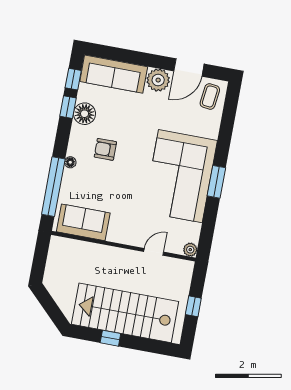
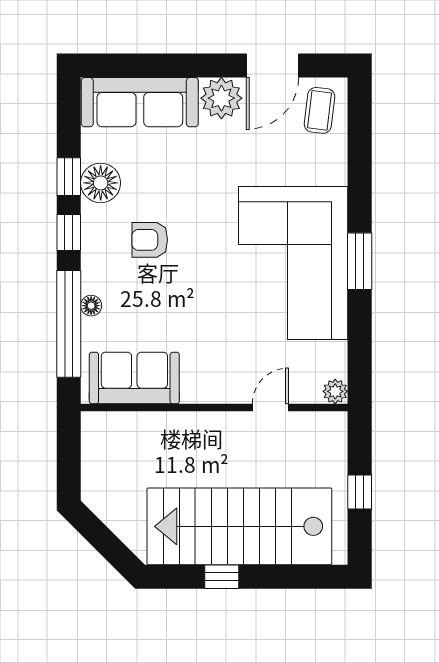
window: (73, 79) -> (69, 232), moved
floor lamp: (70, 162) -> (91, 306), moved

